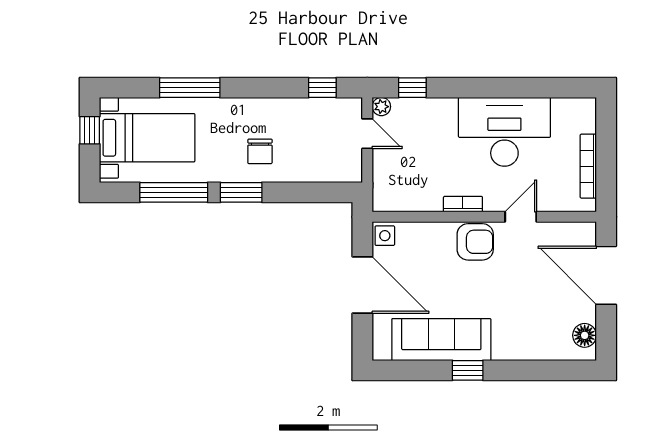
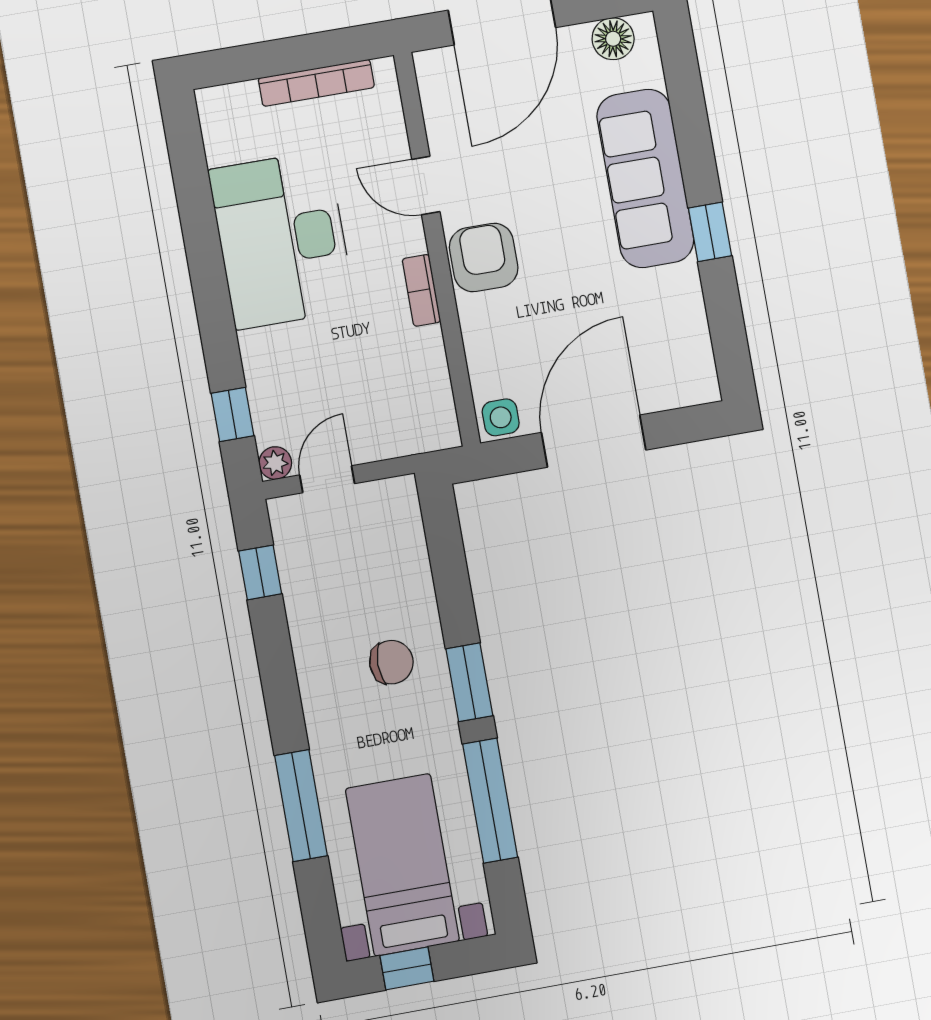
sofa: (441, 340) -> (645, 178), moved

